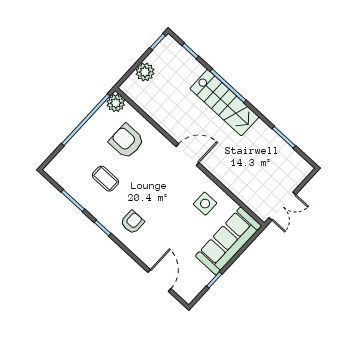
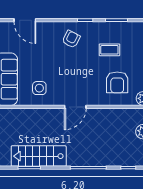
stairs: (224, 103) -> (39, 156), moved
armchair: (127, 141) -> (117, 82), turned 90
armchair: (132, 222) -> (71, 39), turned -153

